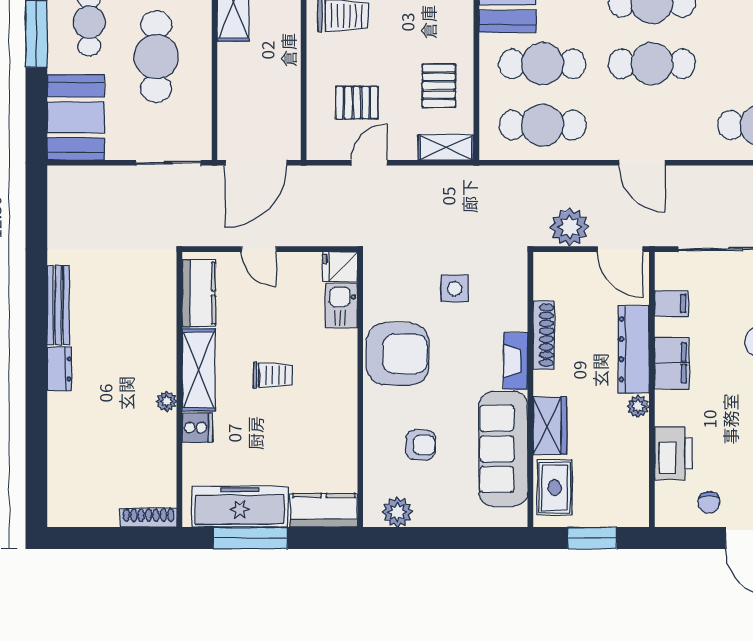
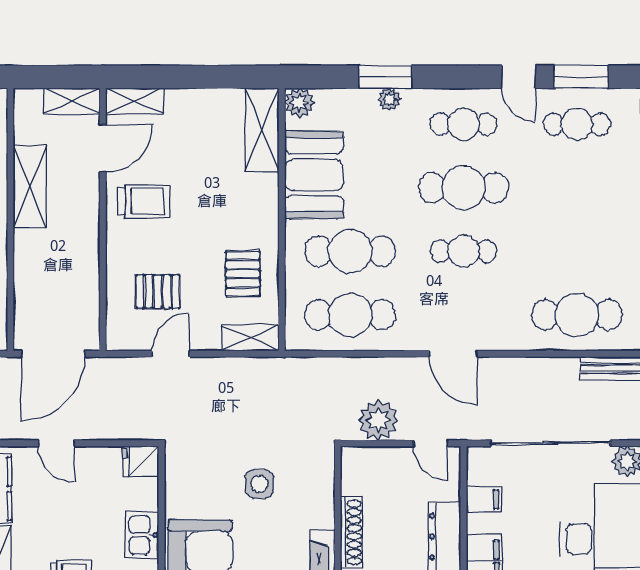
cafe table: (652, 64) -> (464, 251), width x0.73, depth x0.74
door: (620, 249) -> (431, 443), width x0.73
kitchen sink: (341, 306) -> (142, 535), moved

